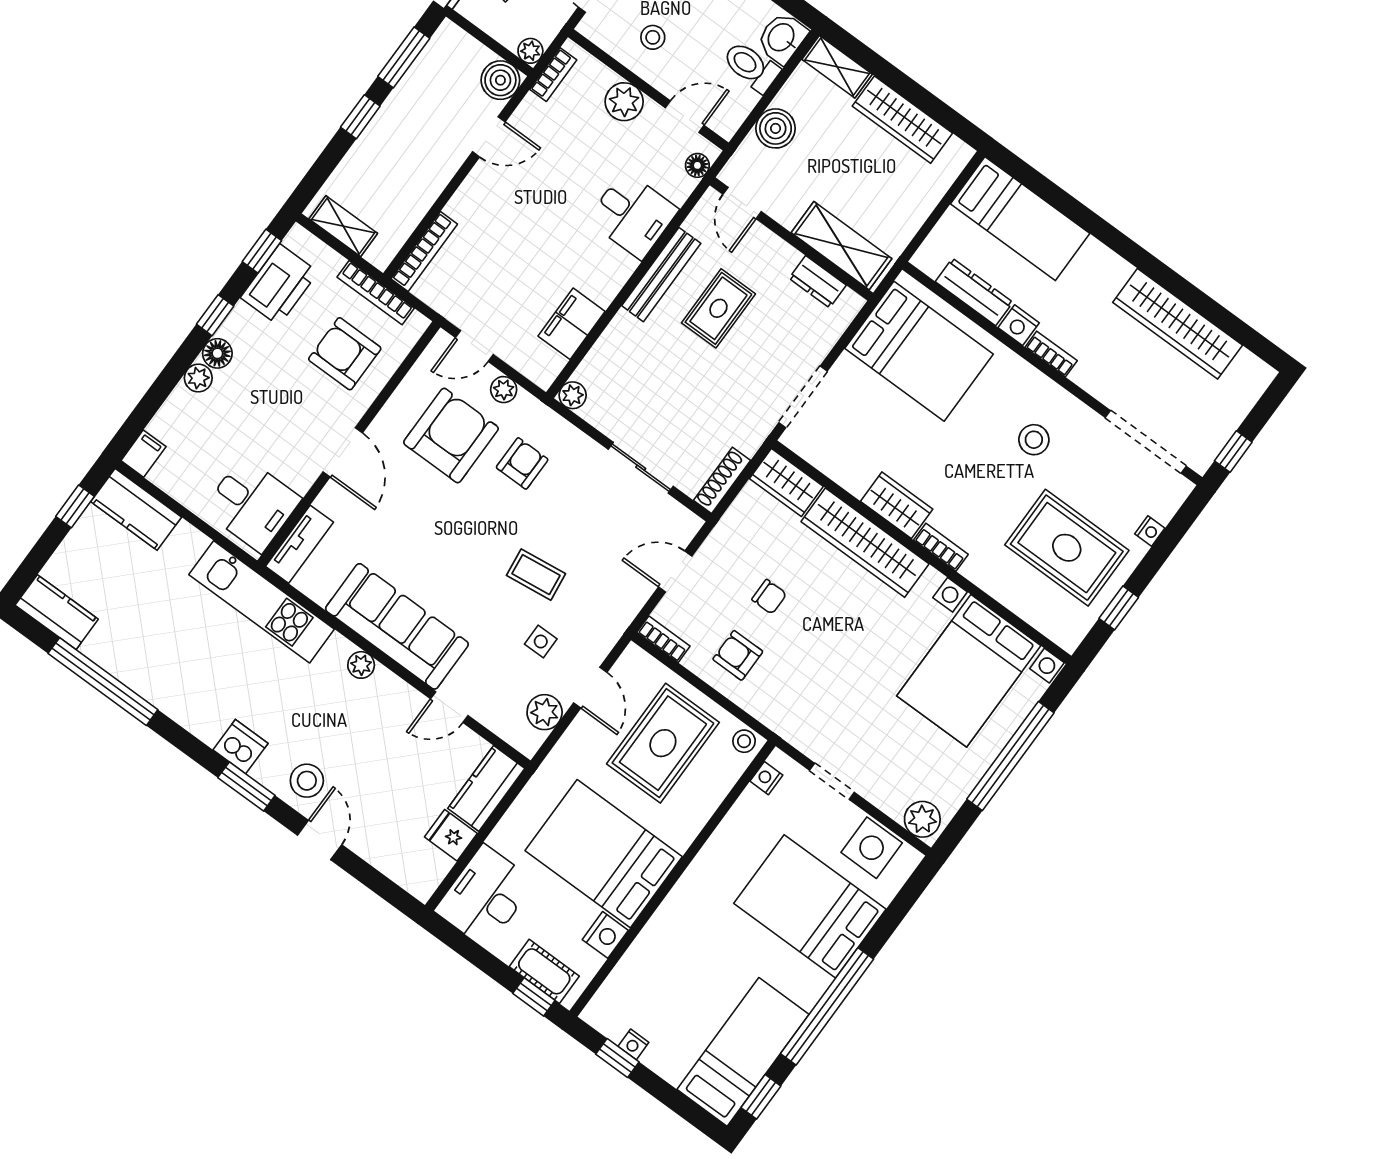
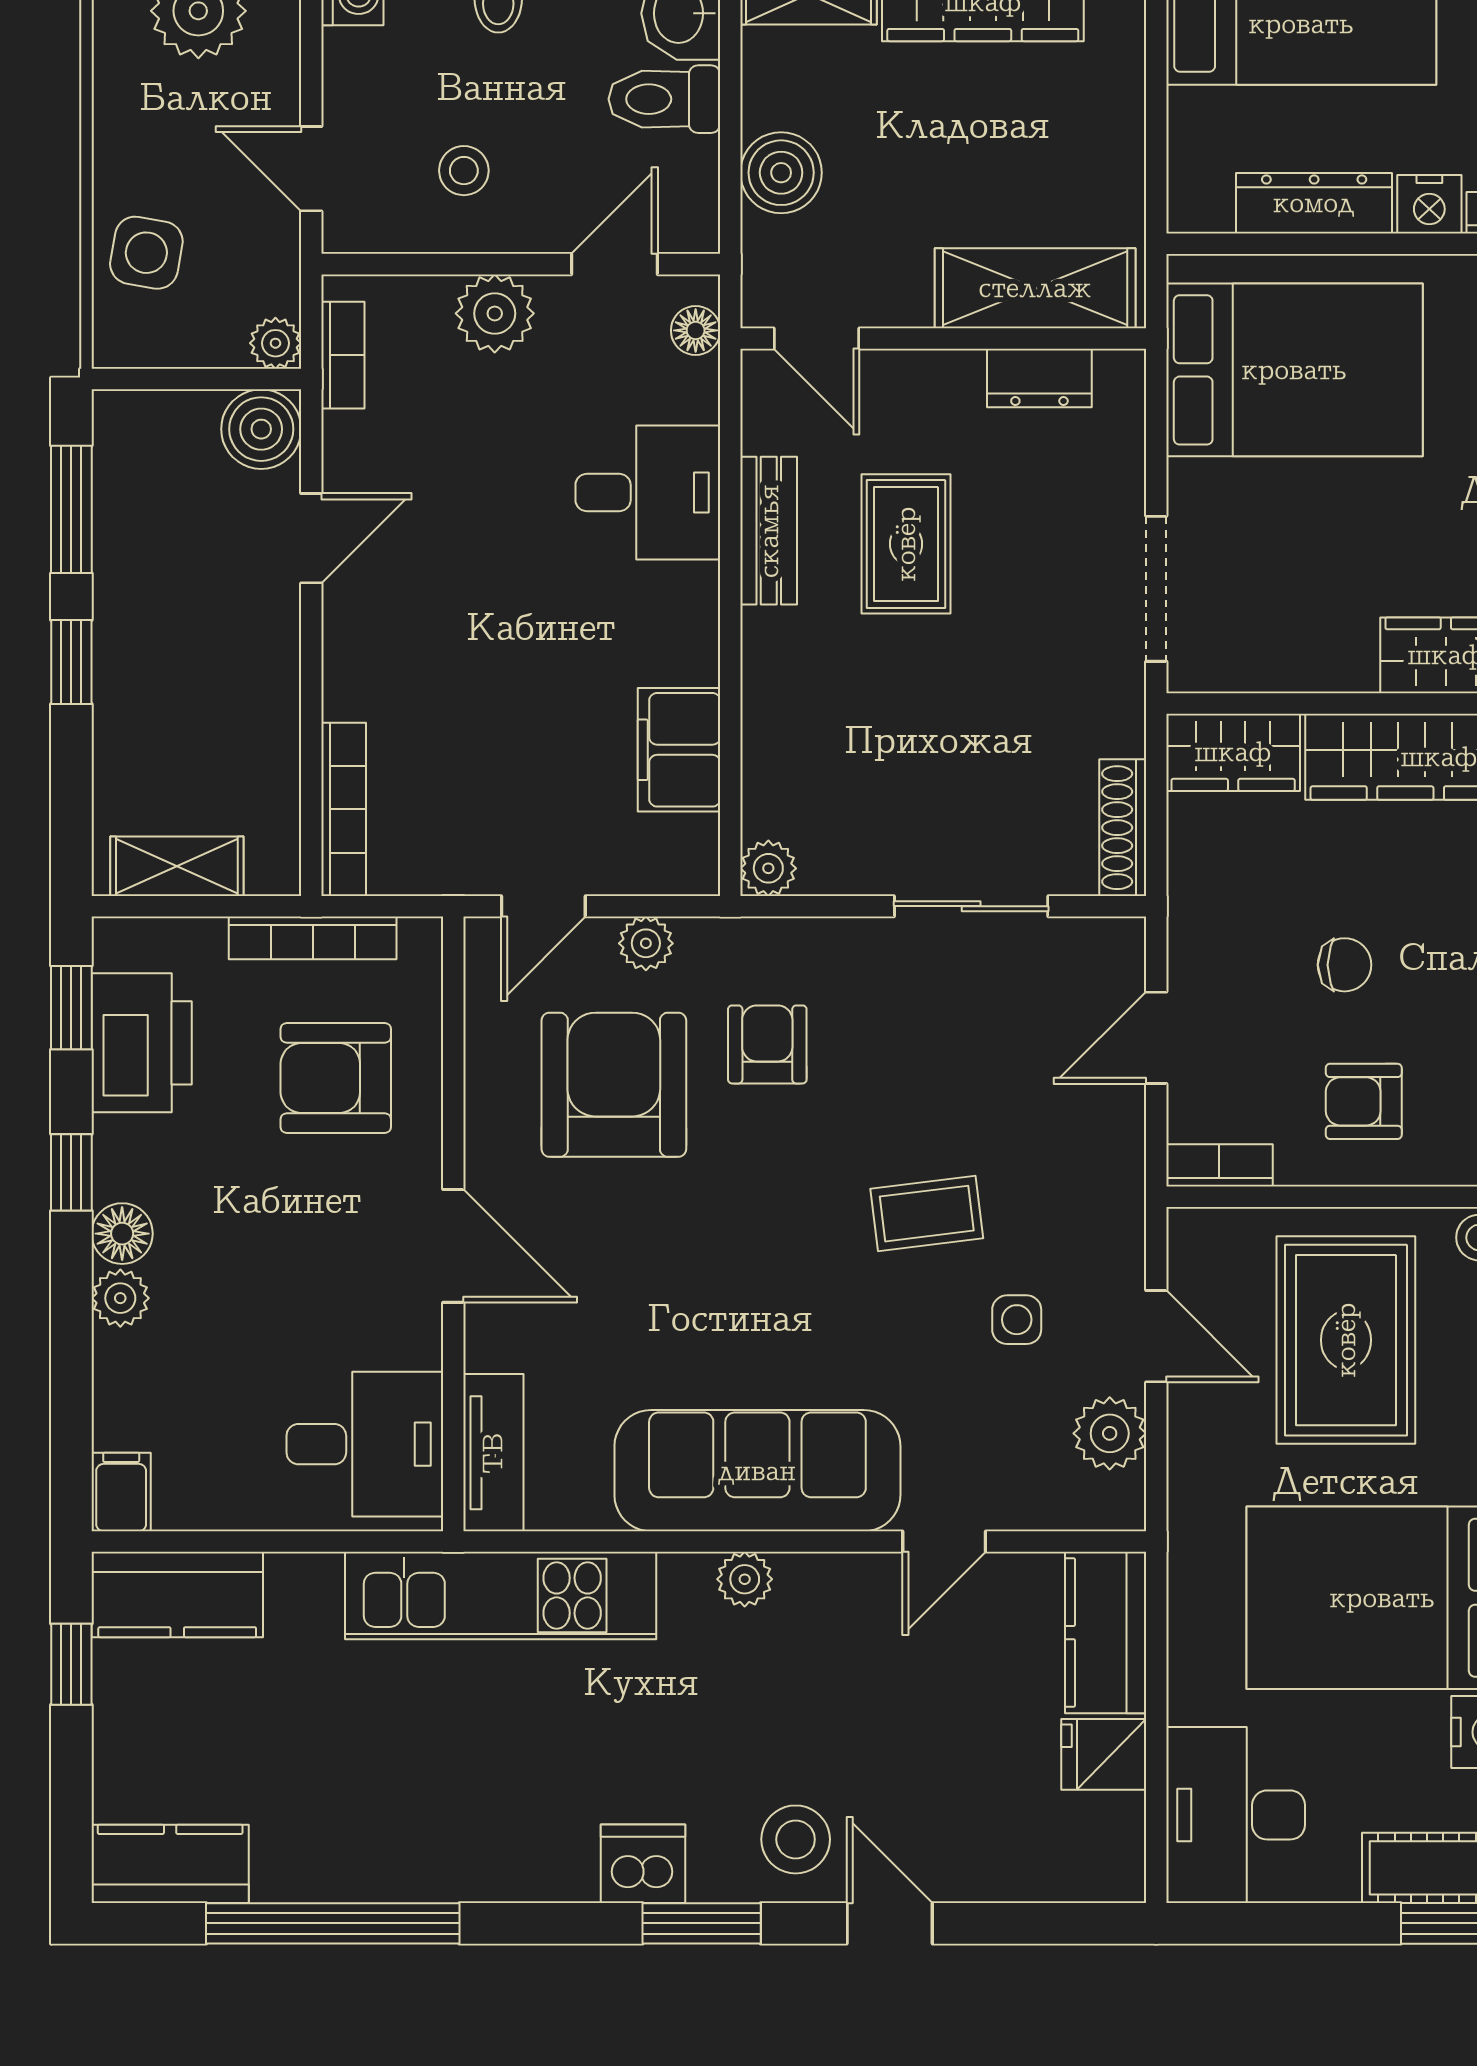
bench: (661, 275) -> (769, 531), width x0.73

